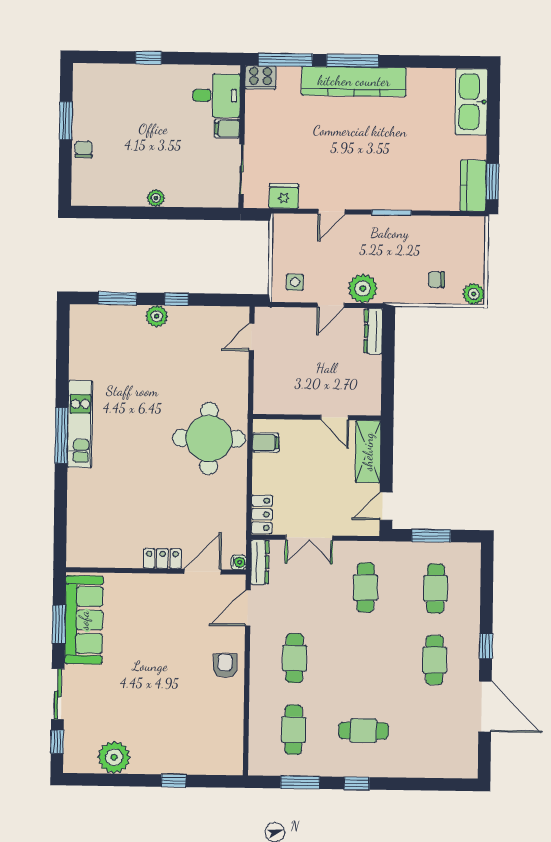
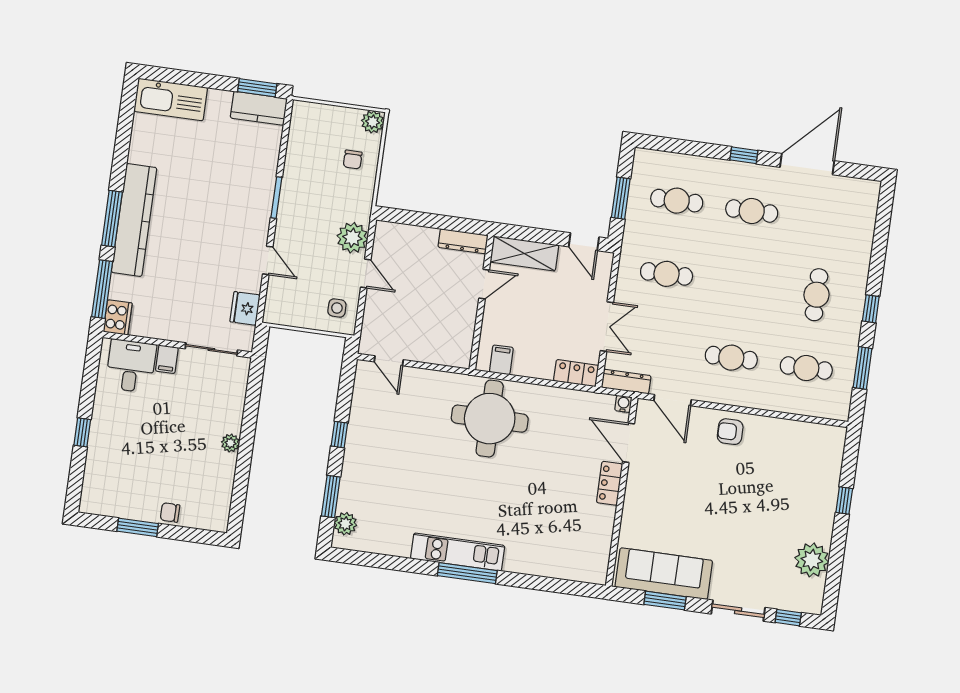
plant: (157, 316) -> (345, 524), moved
dresser: (373, 331) -> (463, 241), moved

